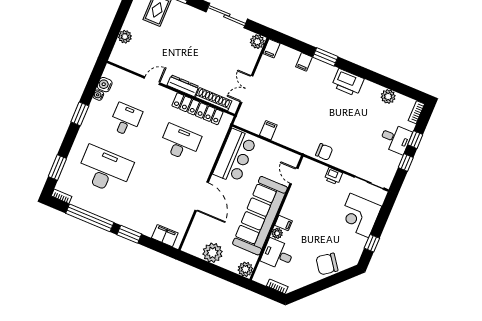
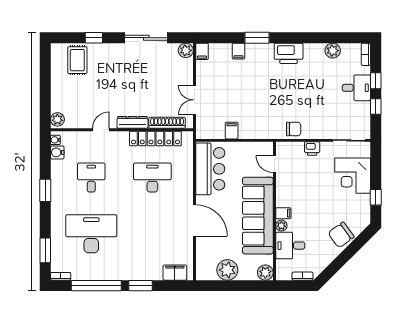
plant: (125, 37) -> (57, 119), moved
water cooler: (98, 95) -> (55, 140), moved

